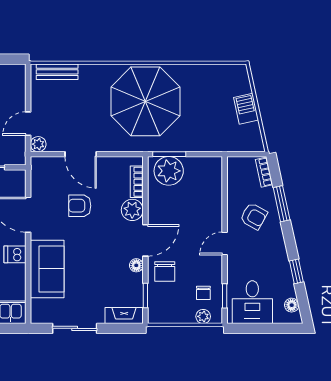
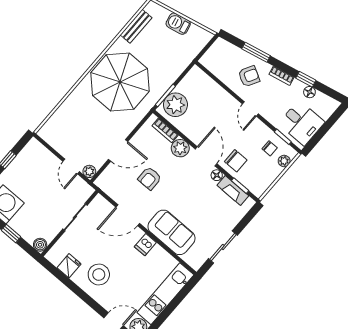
bench: (57, 72) -> (136, 26), moved
bookcase: (264, 172) -> (282, 76), moved
floor lamp: (292, 305) -> (309, 92), moved
fireplace: (124, 316) -> (233, 191), moved, turned -90

